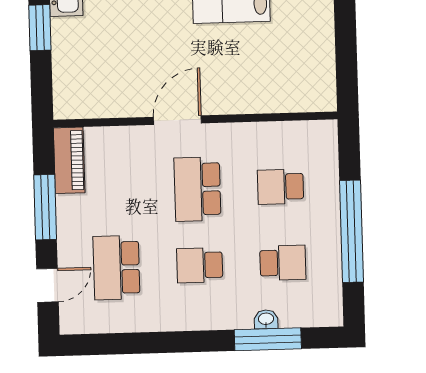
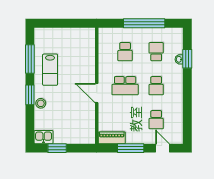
school desk: (116, 268) -> (156, 120), width x0.54
window: (268, 339) -> (187, 59), width x0.69

